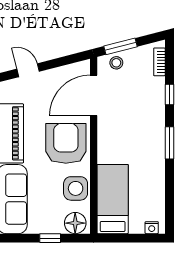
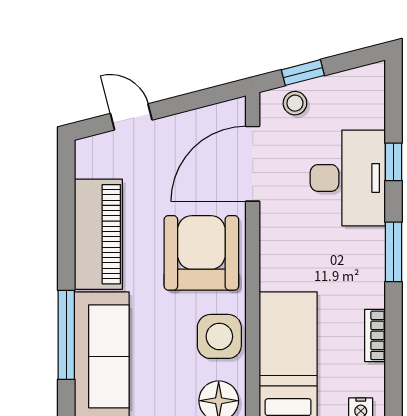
window: (121, 46) -> (303, 73), width x0.67
bookcase: (159, 62) -> (375, 335), moved
desk: (145, 103) -> (348, 178), added

